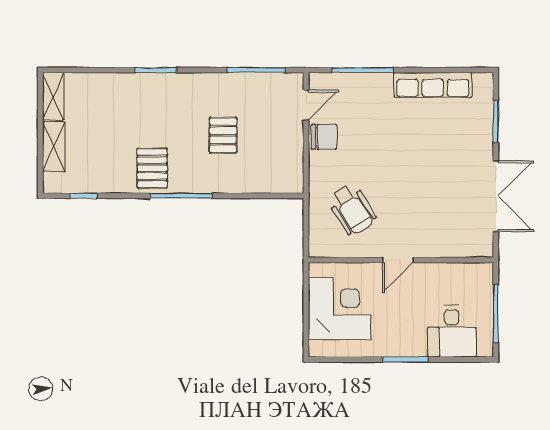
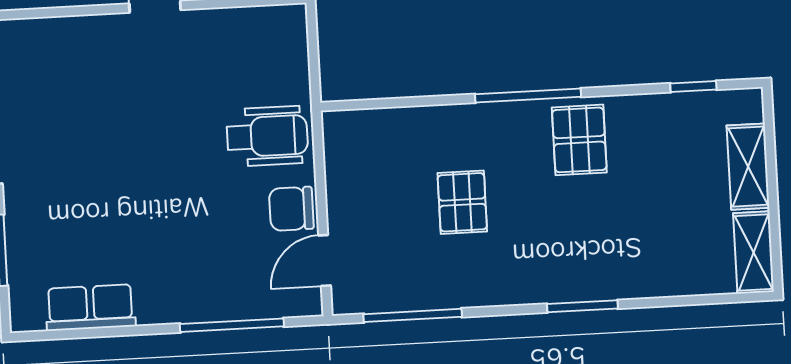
row of seats: (433, 85) -> (90, 308), width x0.68
wheelchair: (352, 209) -> (267, 136), moved, turned 122

